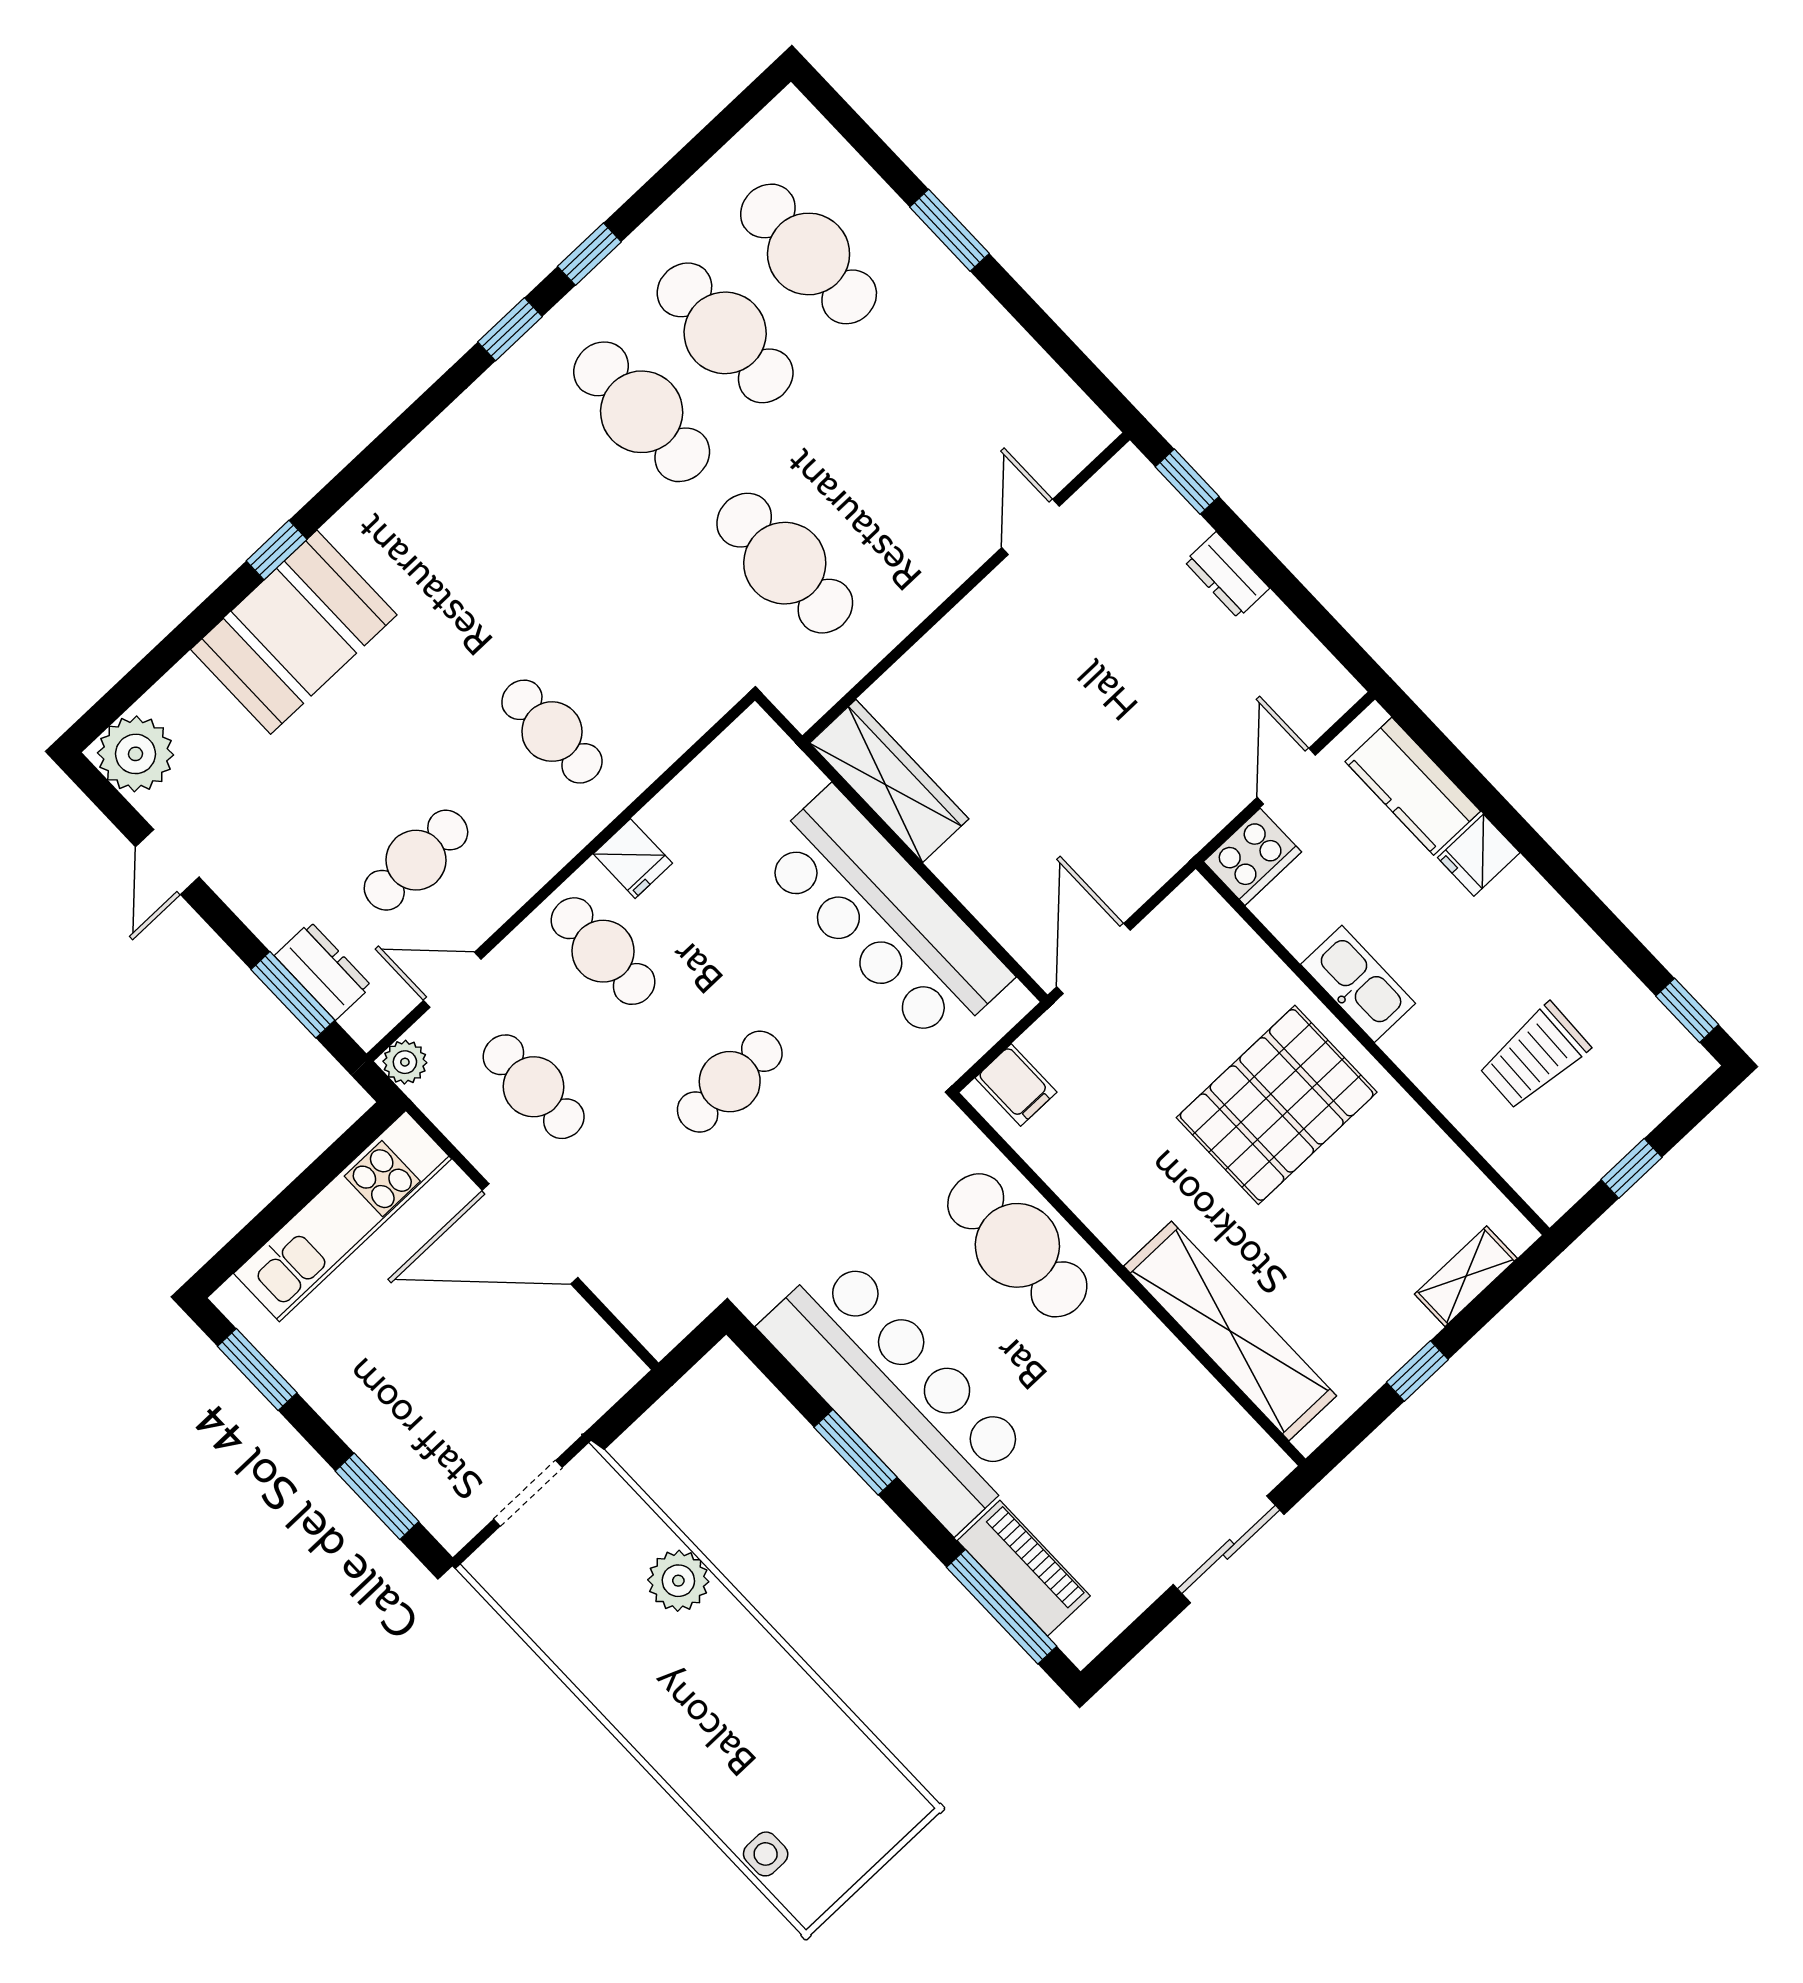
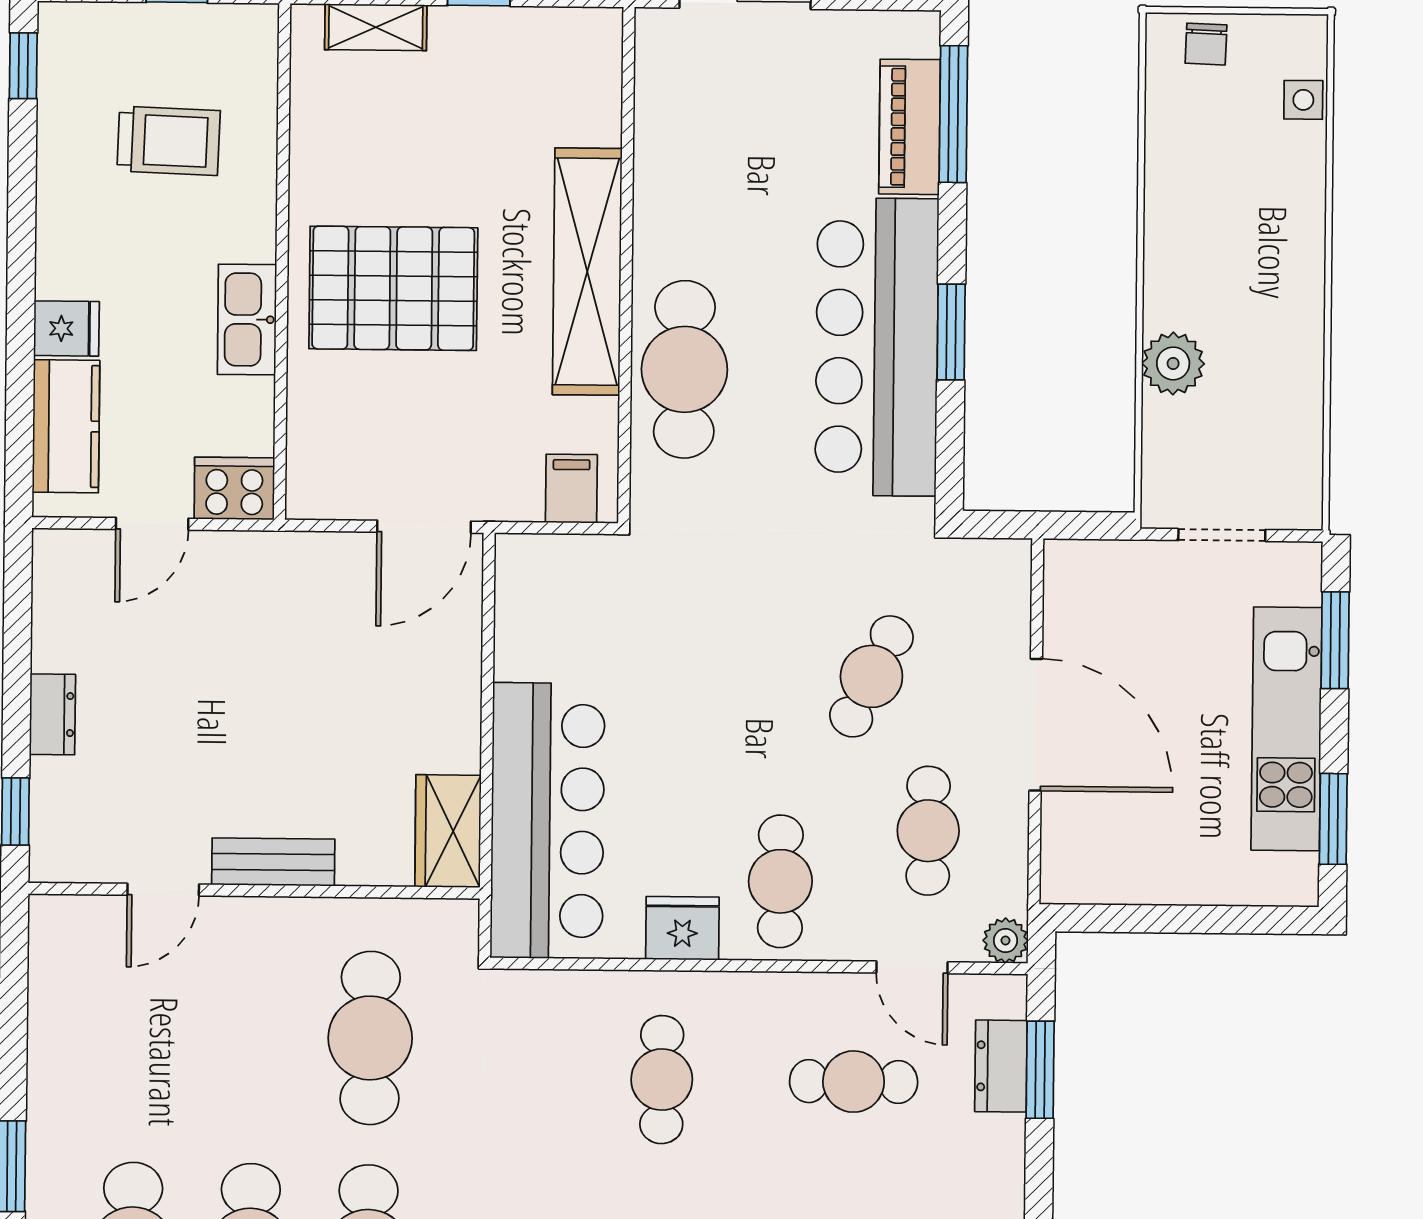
bench: (972, 621) -> (273, 862), added
wardrobe: (889, 781) -> (448, 831), width x0.67
fridge: (633, 859) -> (682, 928), width x1.38
bar counter: (884, 917) -> (547, 821), moved
cafe table: (730, 1082) -> (871, 676), moved, turned -64
kitchen unit: (343, 1216) -> (1287, 729), moved, turned -90
shelving: (1230, 1331) -> (587, 272), moved
chair: (872, 1827) -> (1206, 44), added

